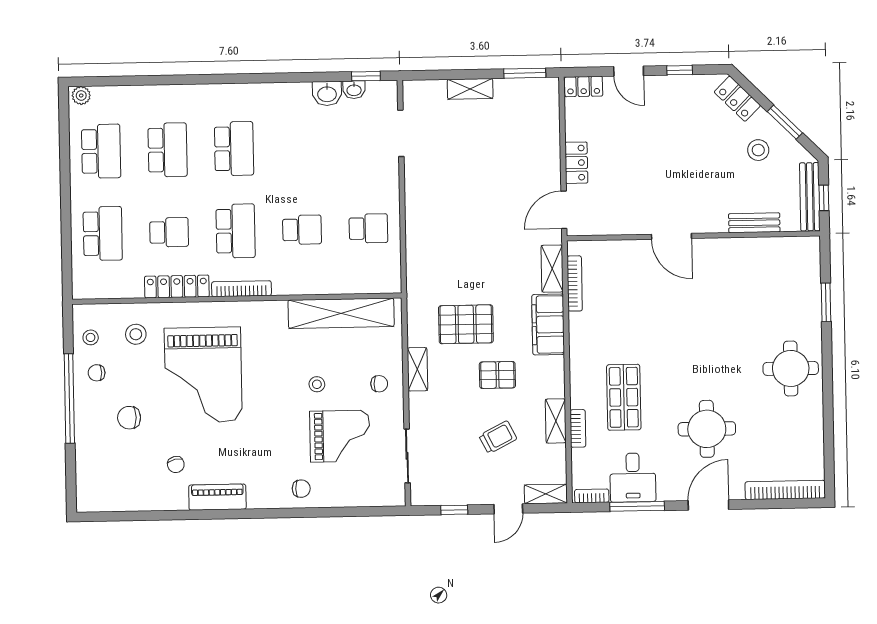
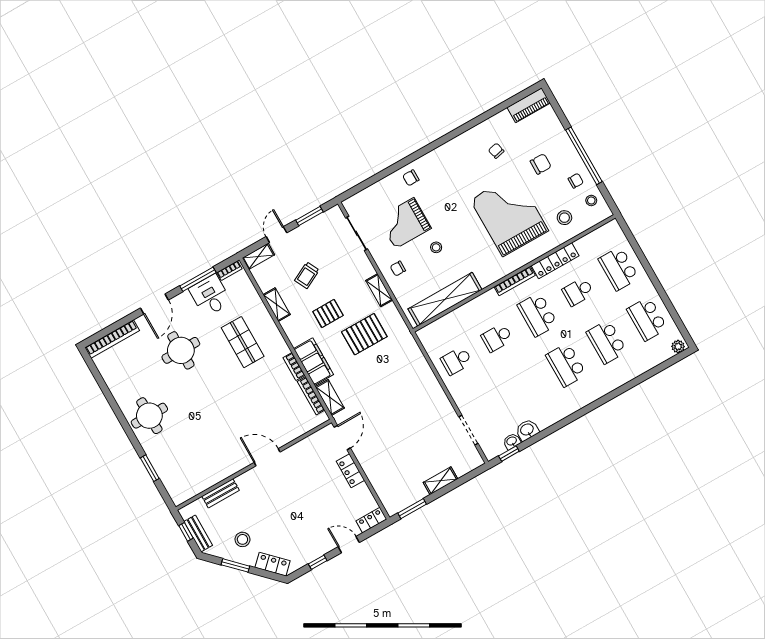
bench: (810, 197) -> (198, 533), width x0.73
bookcase: (578, 428) -> (294, 366), moved
piano: (217, 497) -> (529, 105), moved
window: (454, 510) -> (309, 216), width x1.50

